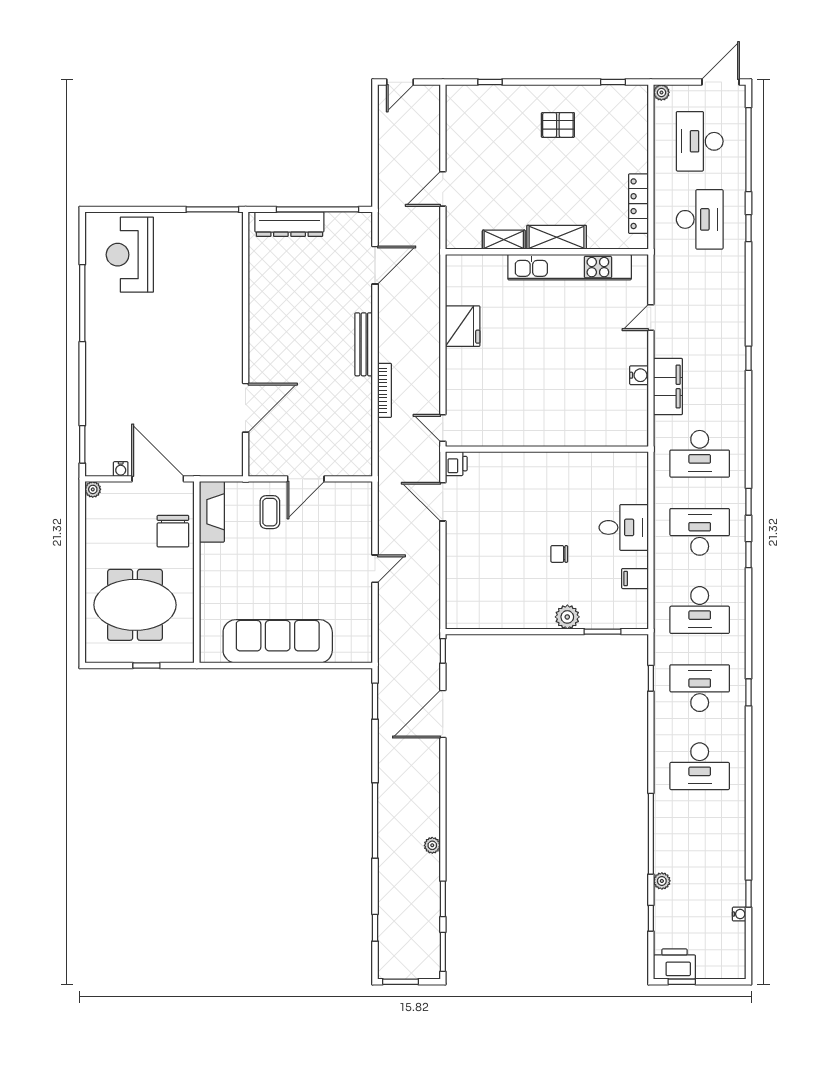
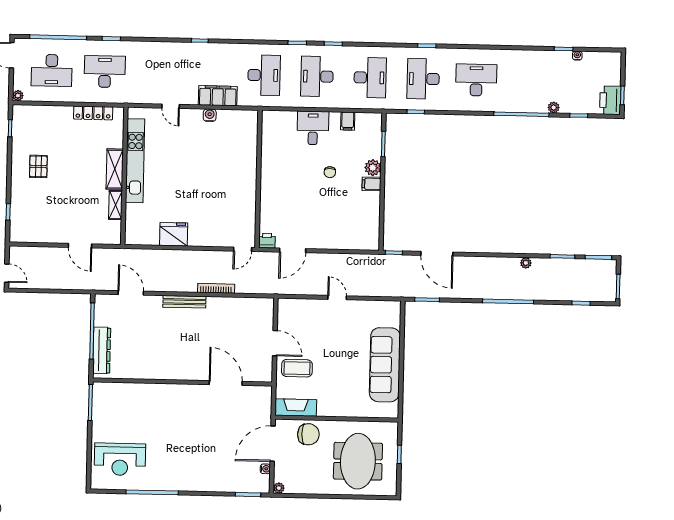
coffee table: (270, 512) -> (297, 368), width x1.36, depth x1.30
filing cabinet: (543, 616) -> (371, 184), added
desk: (700, 766) -> (476, 80), turned -90

